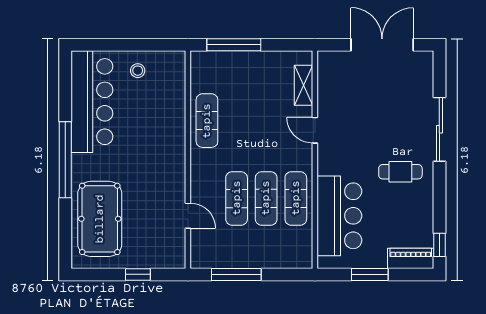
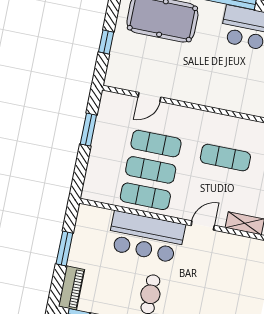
exercise mat: (207, 121) -> (225, 158), moved
bar counter: (339, 216) -> (146, 237), moved
window: (236, 274) -> (88, 130), width x0.69

